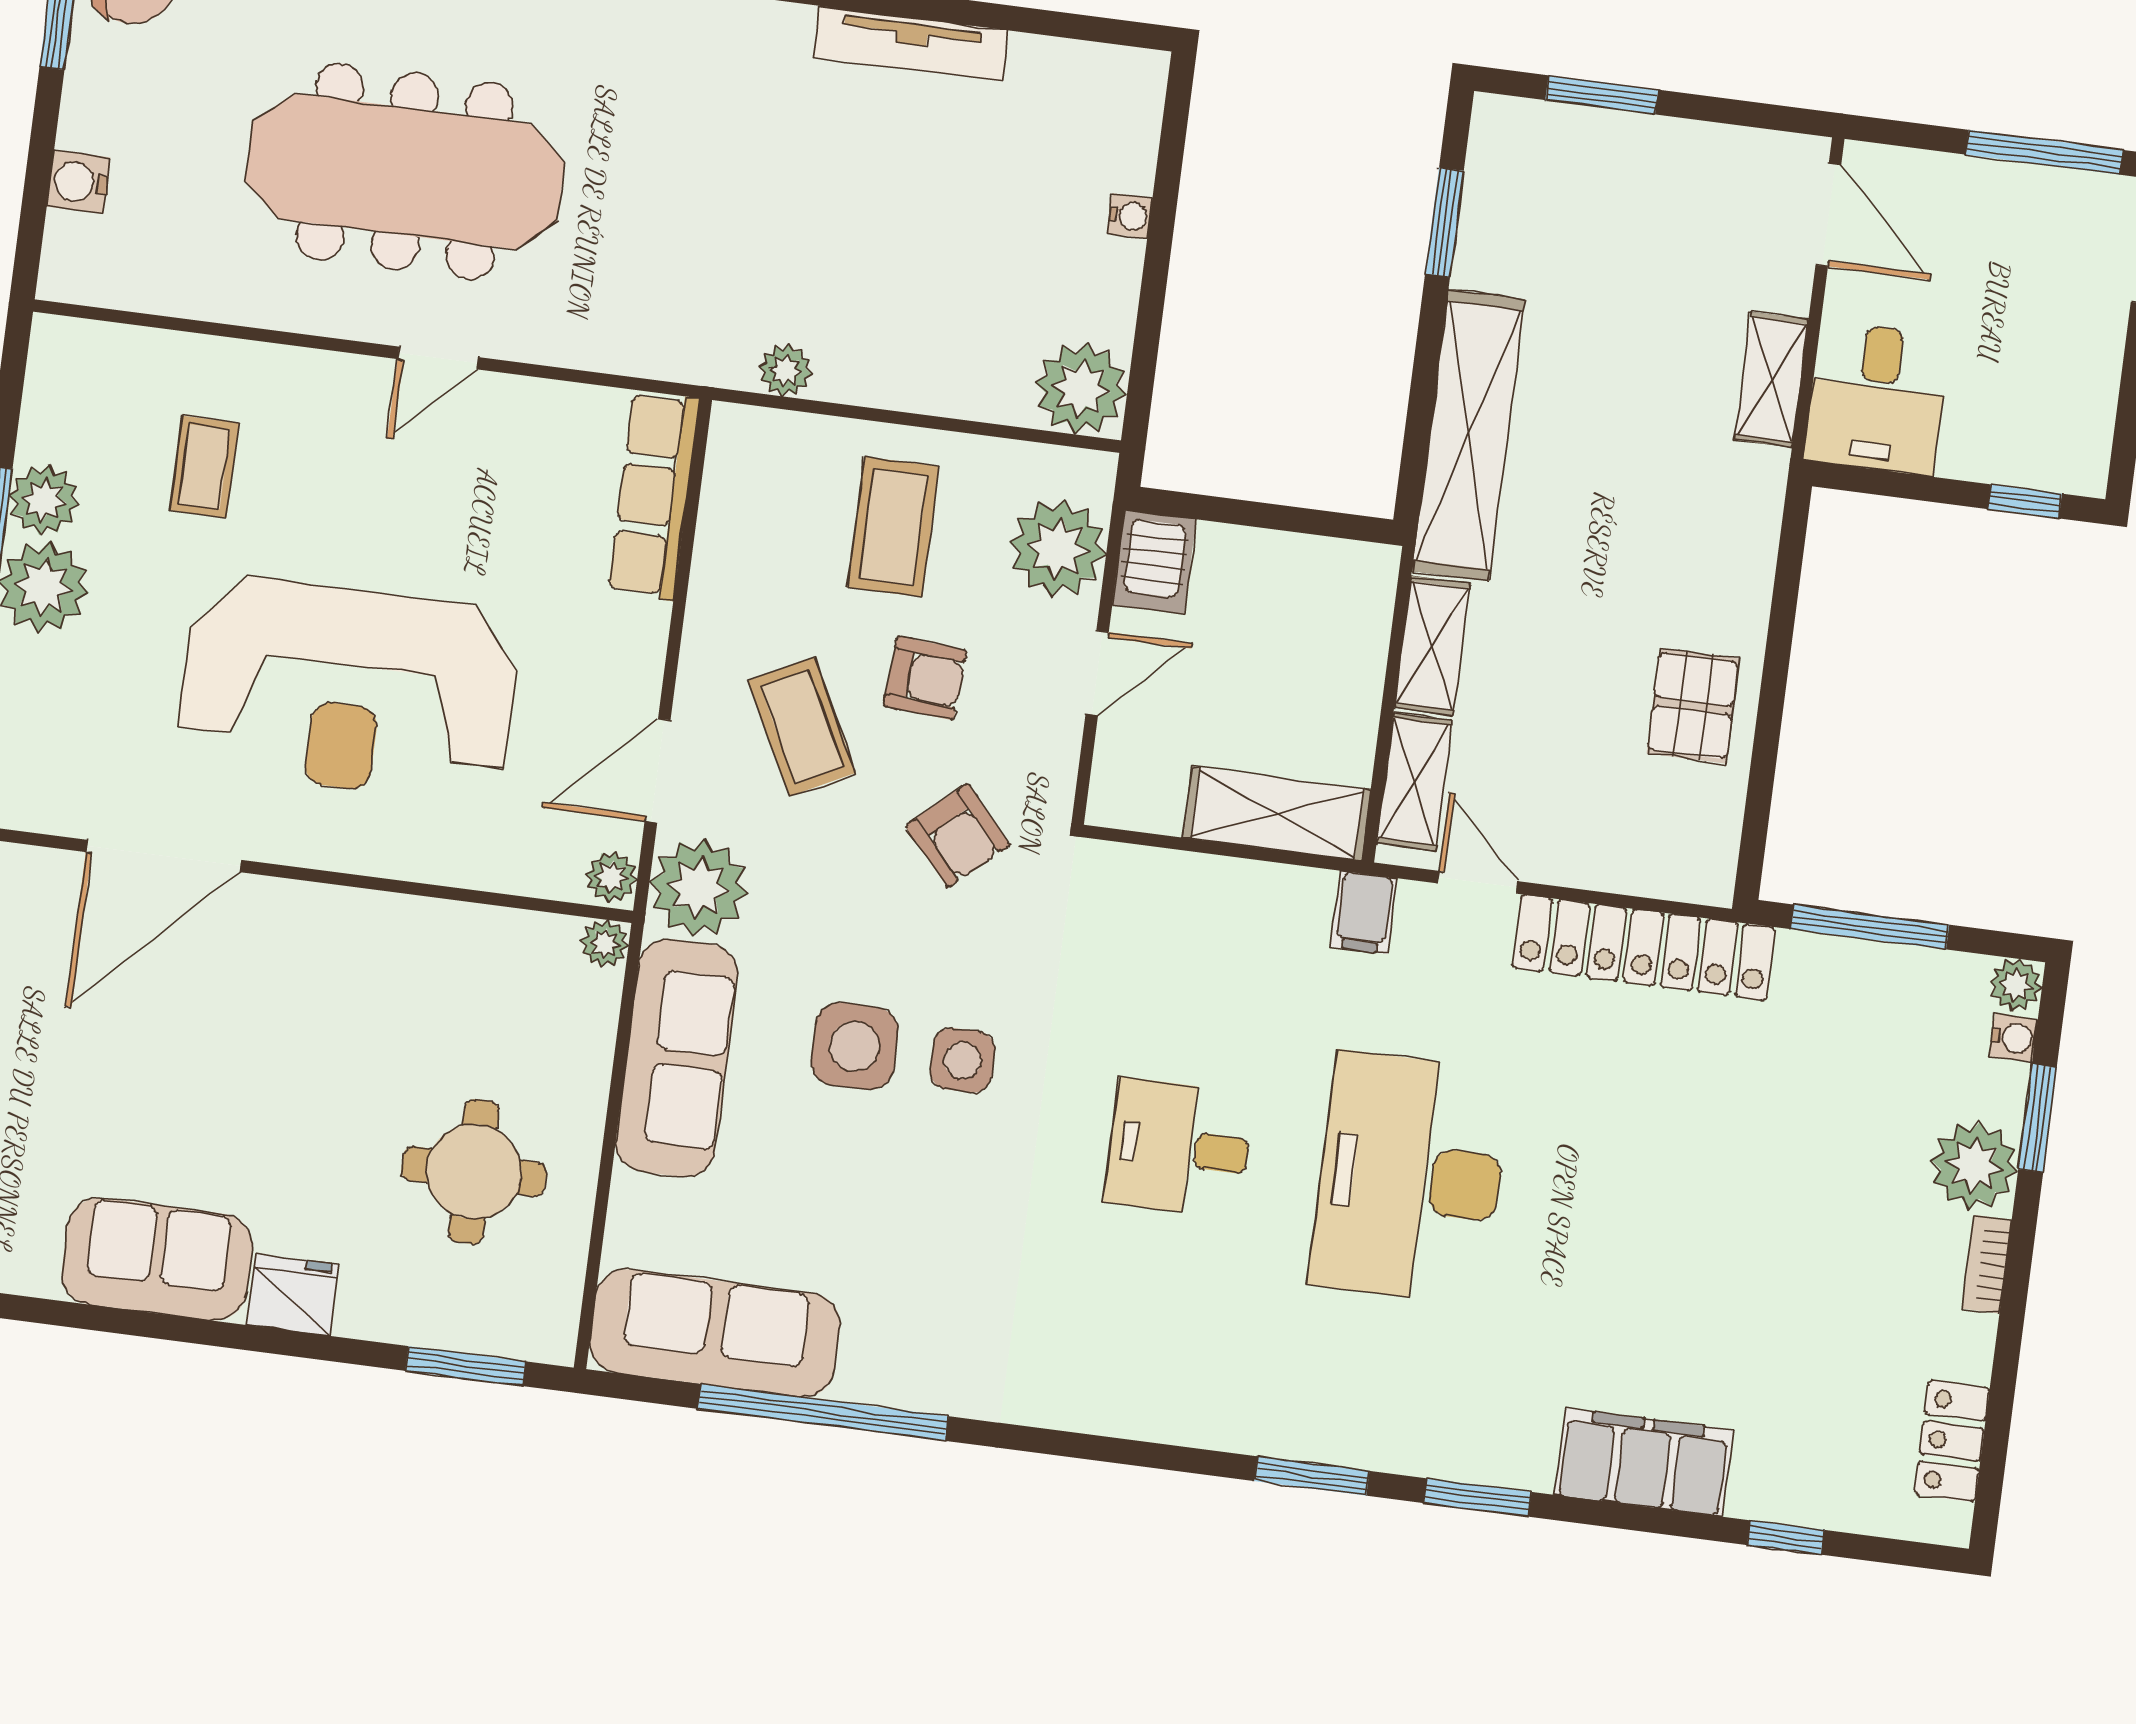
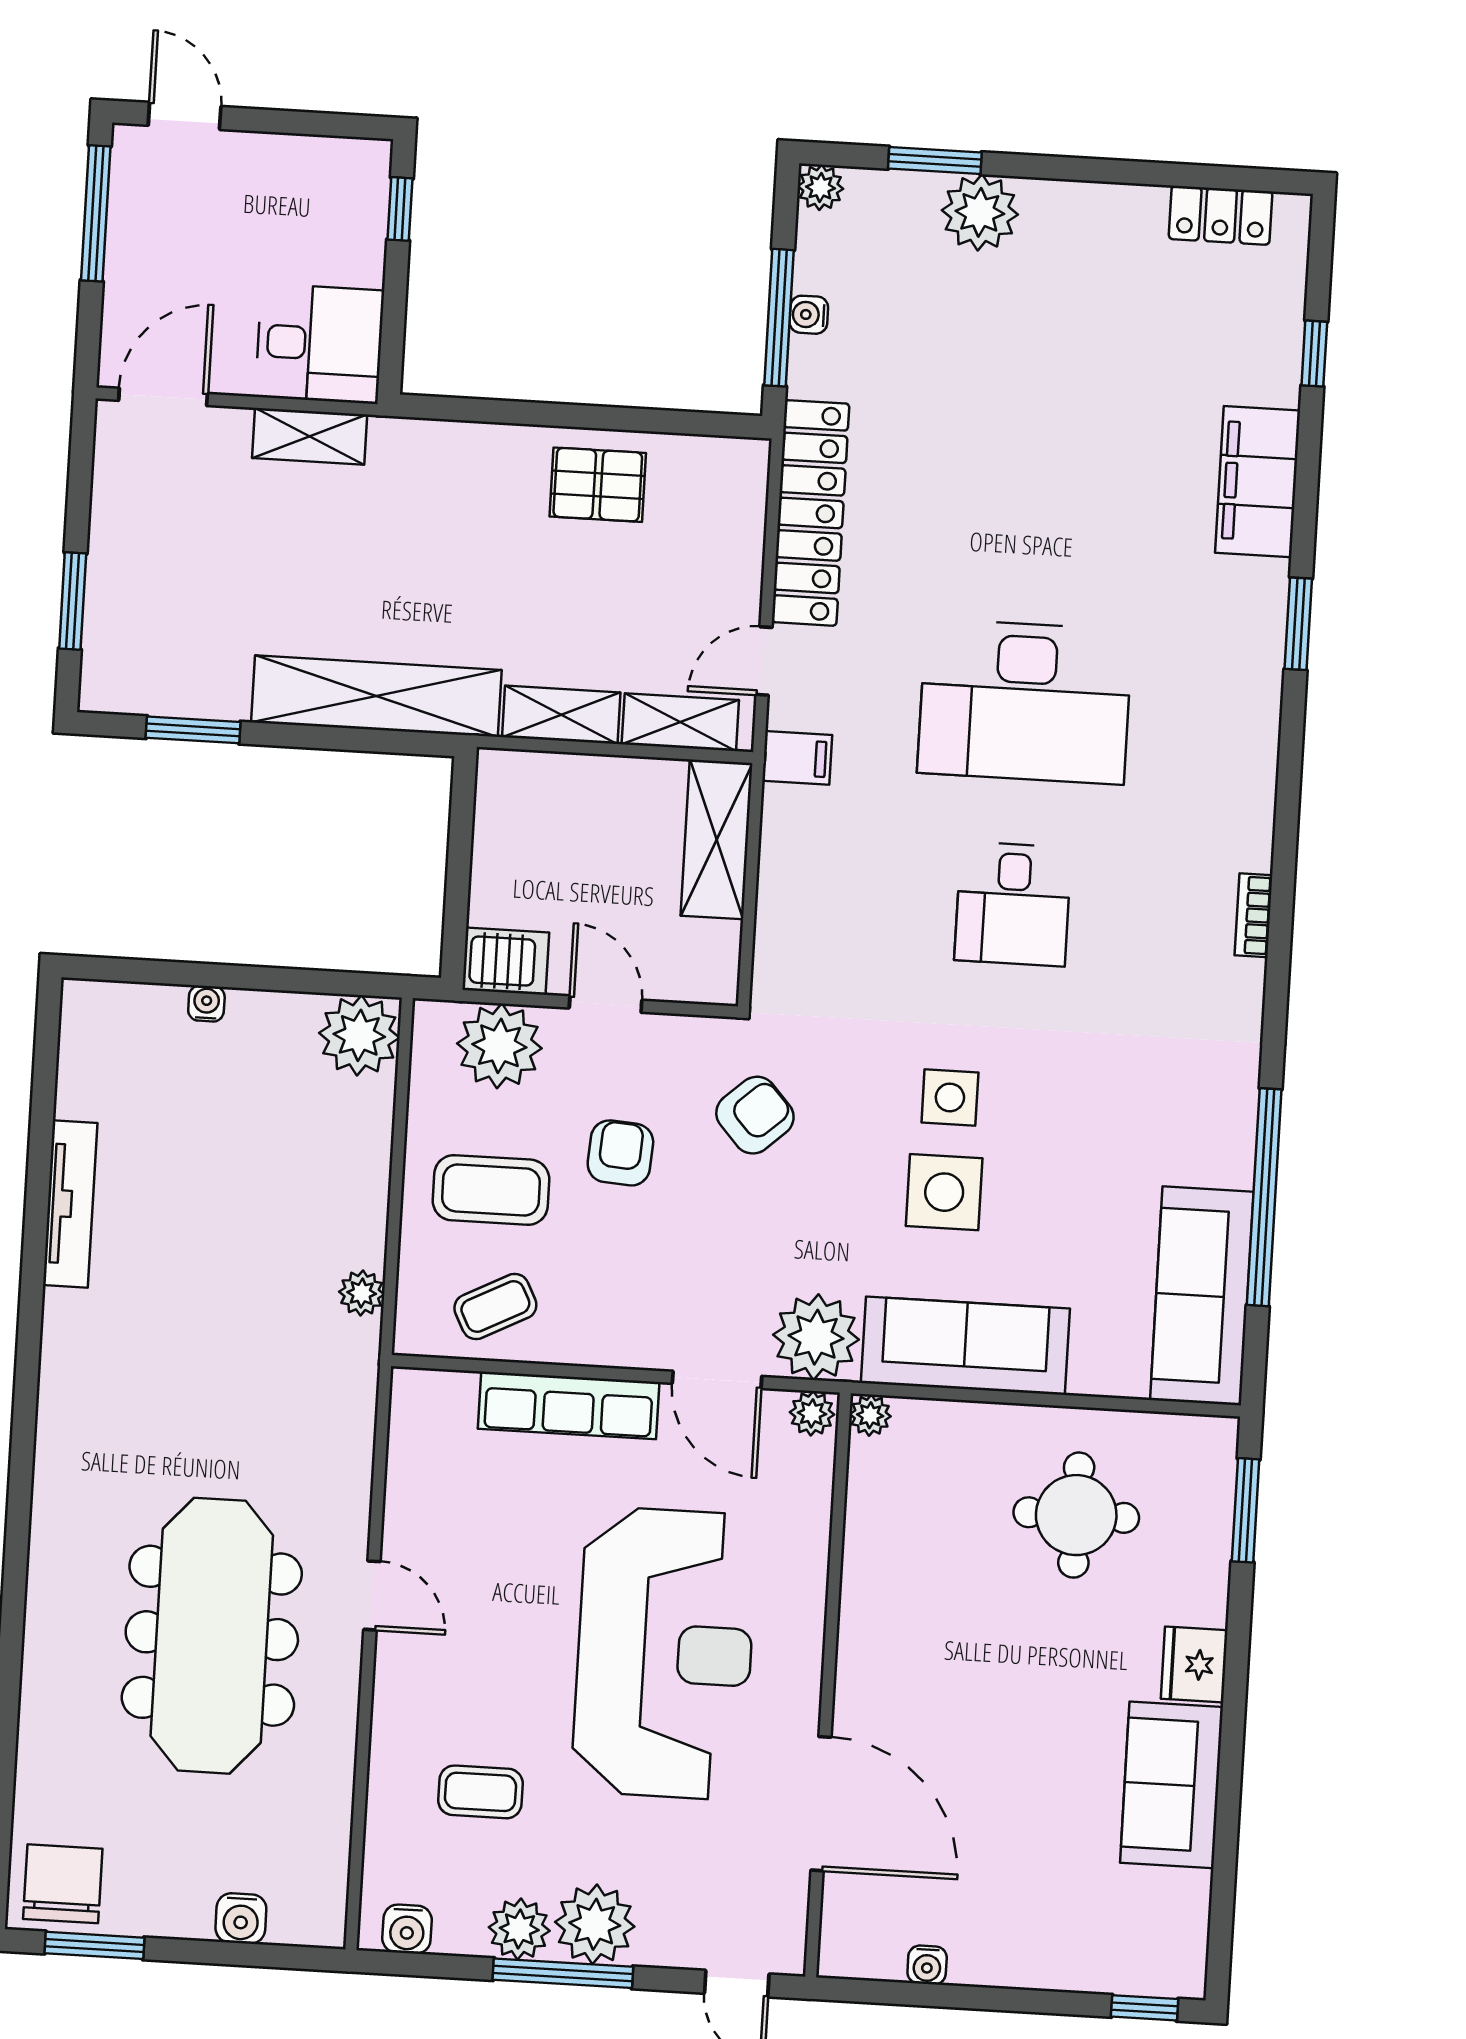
water cooler: (53, 372) -> (407, 1929), added
row of seats: (654, 496) -> (569, 1405), moved
coffee table: (802, 727) -> (495, 1306), moved, width x0.73, depth x0.77
water cooler: (2014, 1038) -> (809, 315), moved, turned -90
bookcase: (1987, 1264) -> (1254, 915), moved, turned 90
window: (1312, 1476) -> (1290, 769), removed

